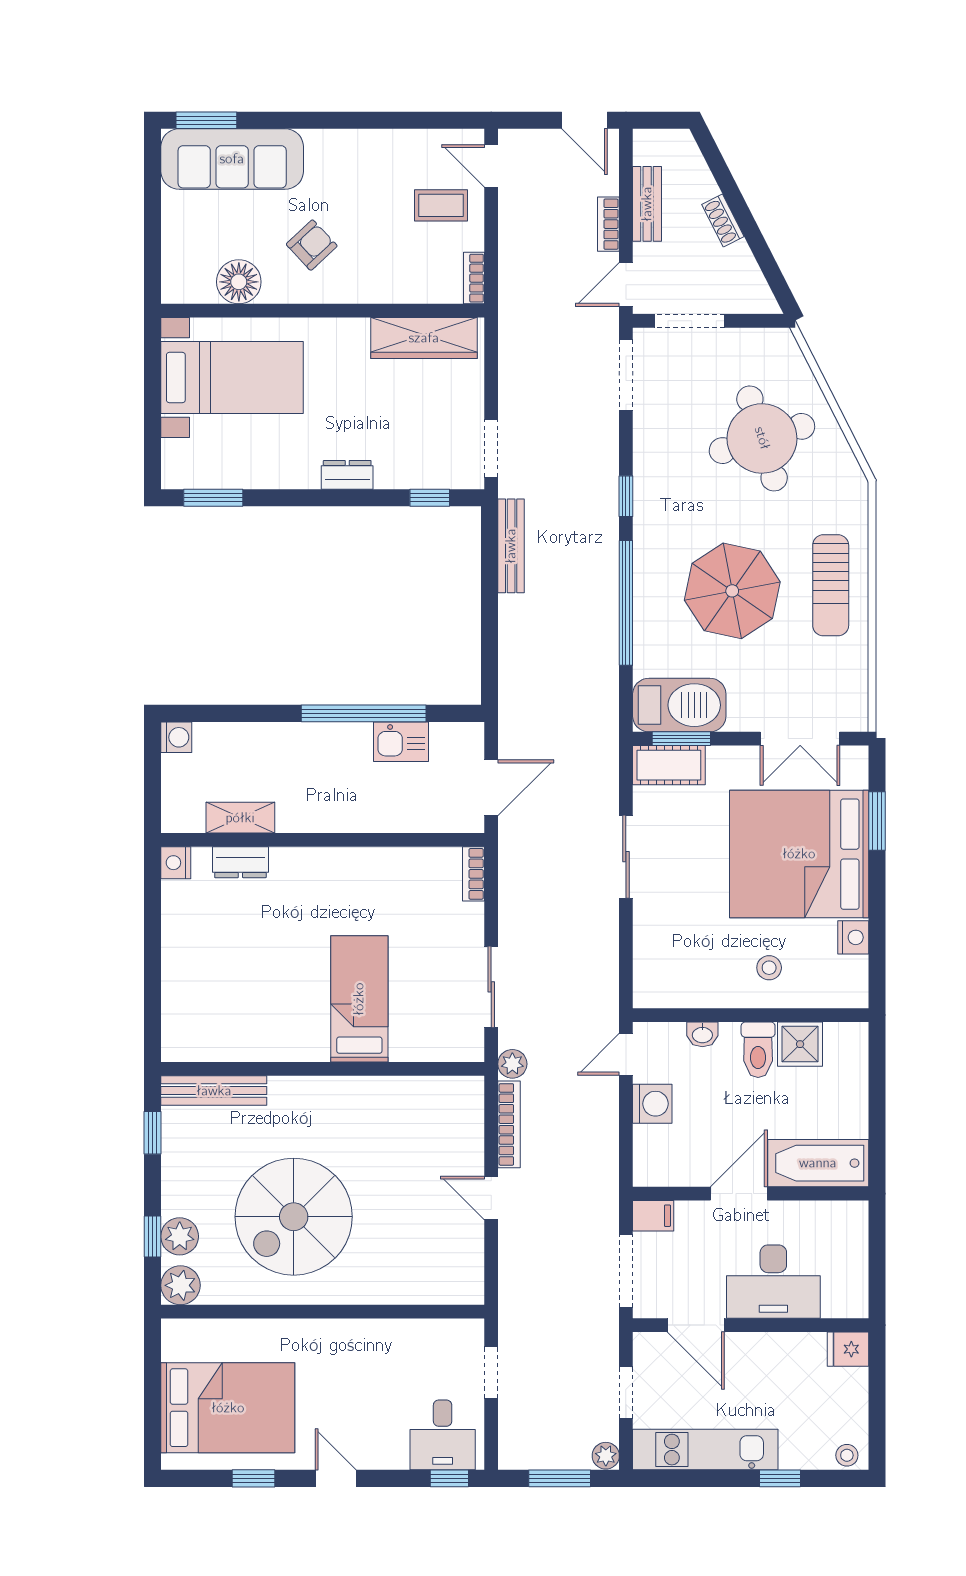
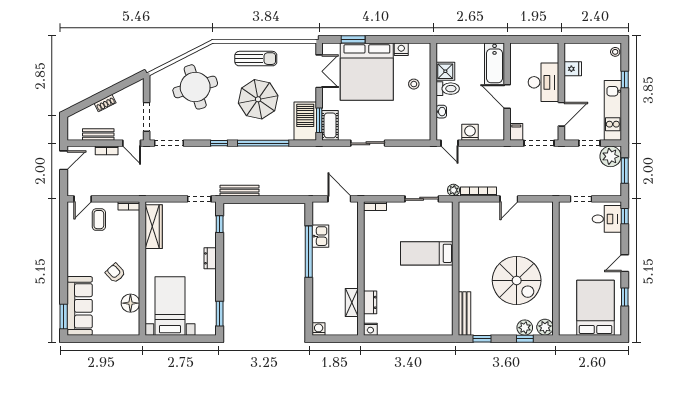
fridge: (848, 1349) -> (573, 69), moved, turned -90
plant: (606, 1456) -> (611, 156), width x1.88, depth x1.88

